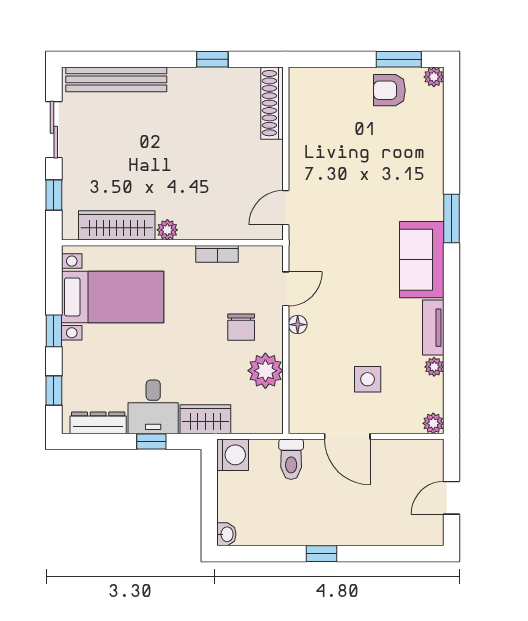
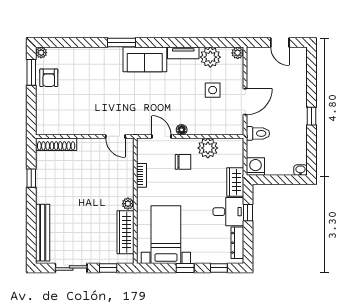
plant: (434, 367) -> (210, 57), width x1.87, depth x1.87

